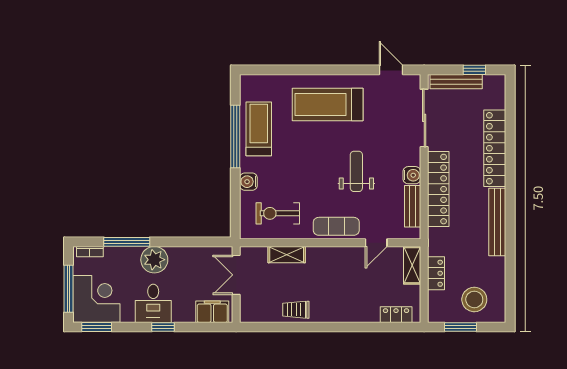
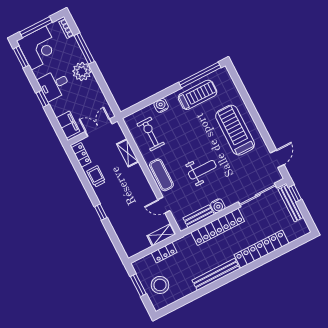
window: (474, 70) -> (295, 193), moved
window: (235, 137) -> (200, 75), moved
locker: (396, 315) -> (81, 155), moved
window: (344, 327) -> (101, 212), added

